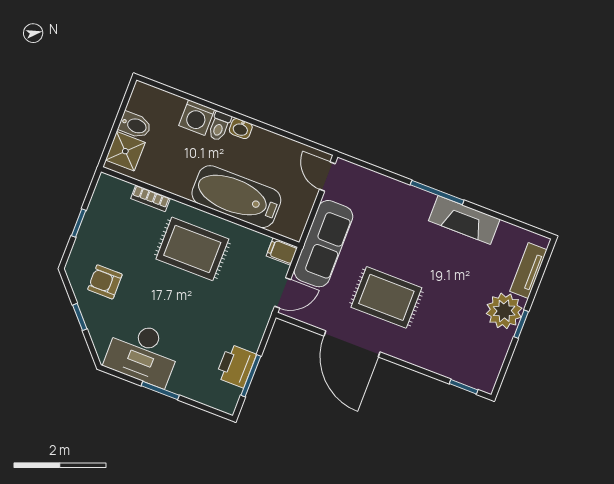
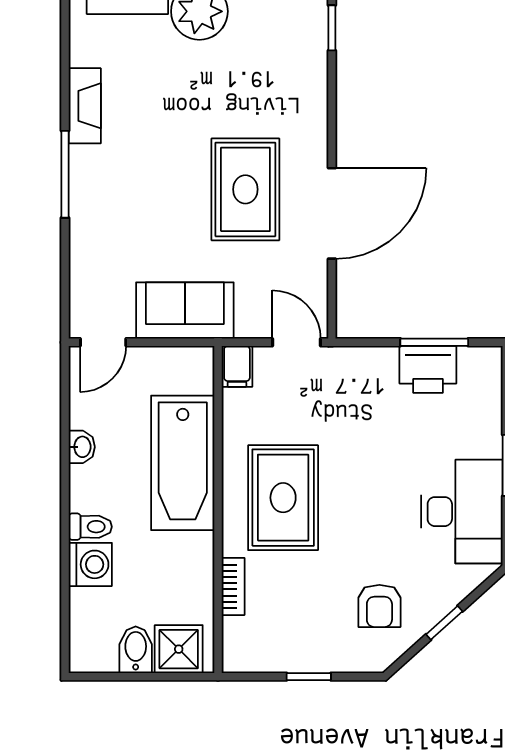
washbasin: (241, 129) -> (82, 447), moved
fireplace: (464, 220) -> (85, 106), width x0.73, depth x0.76
sofa: (323, 244) -> (185, 311), width x0.73

